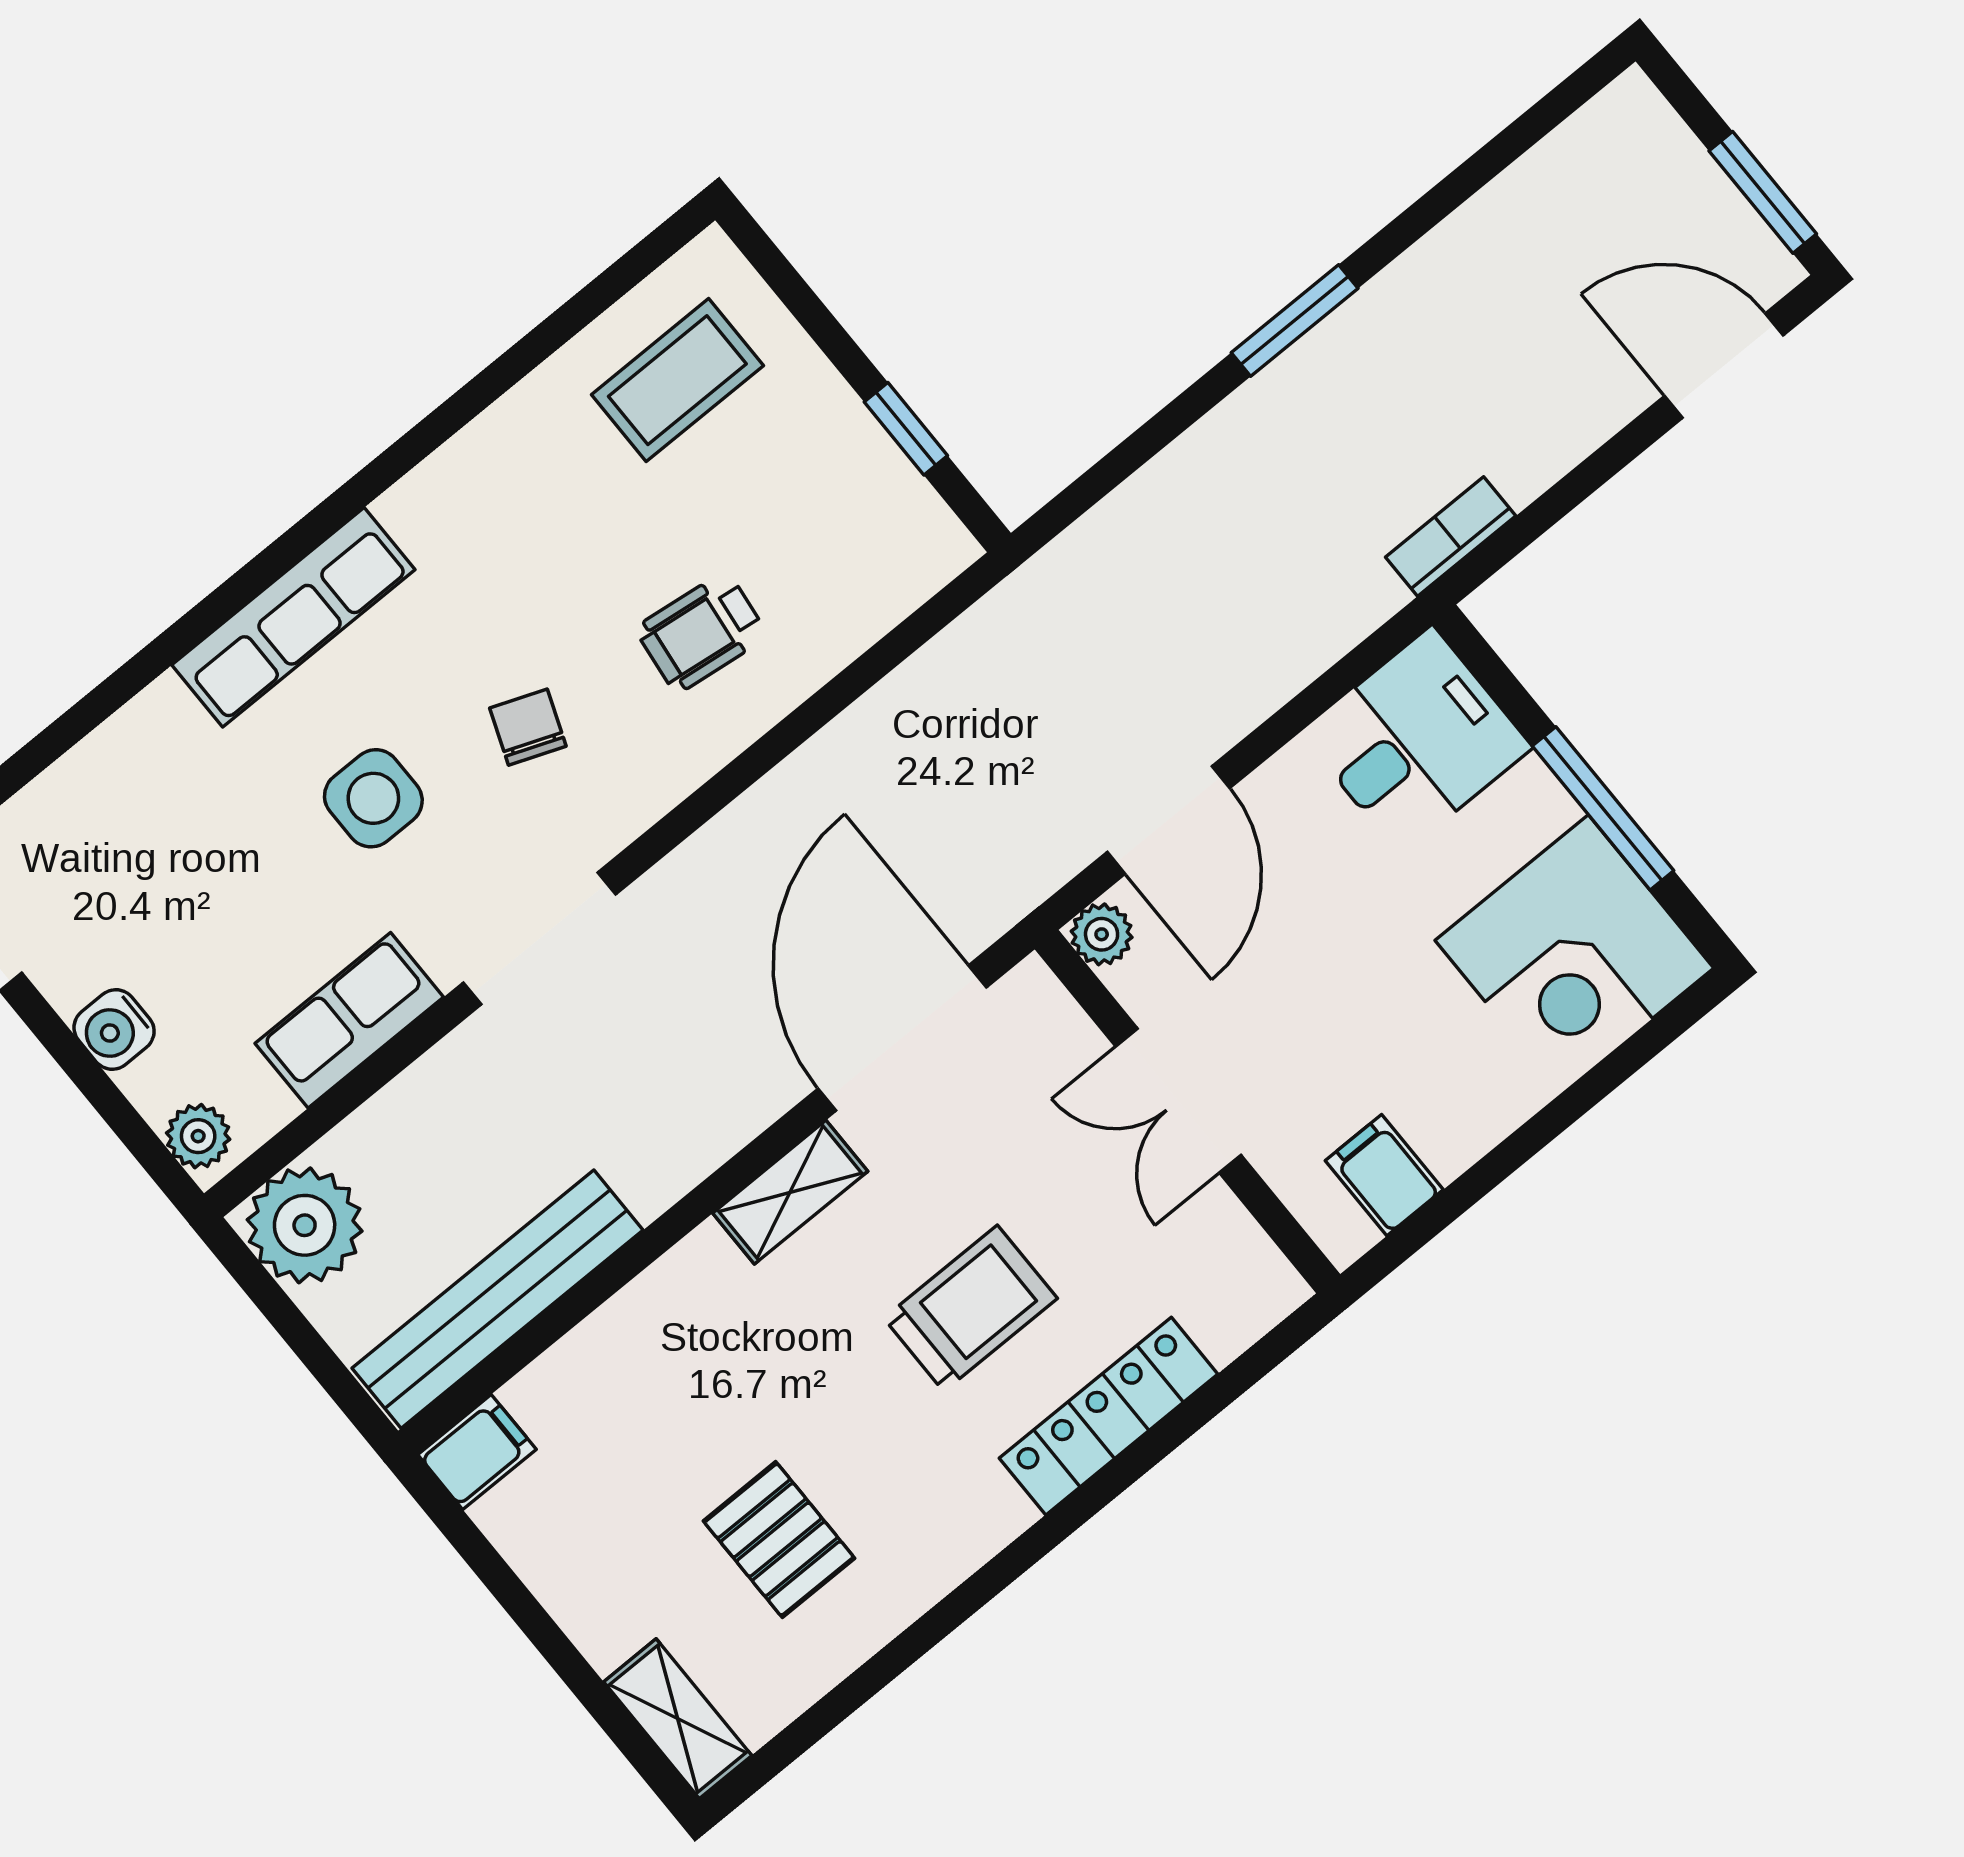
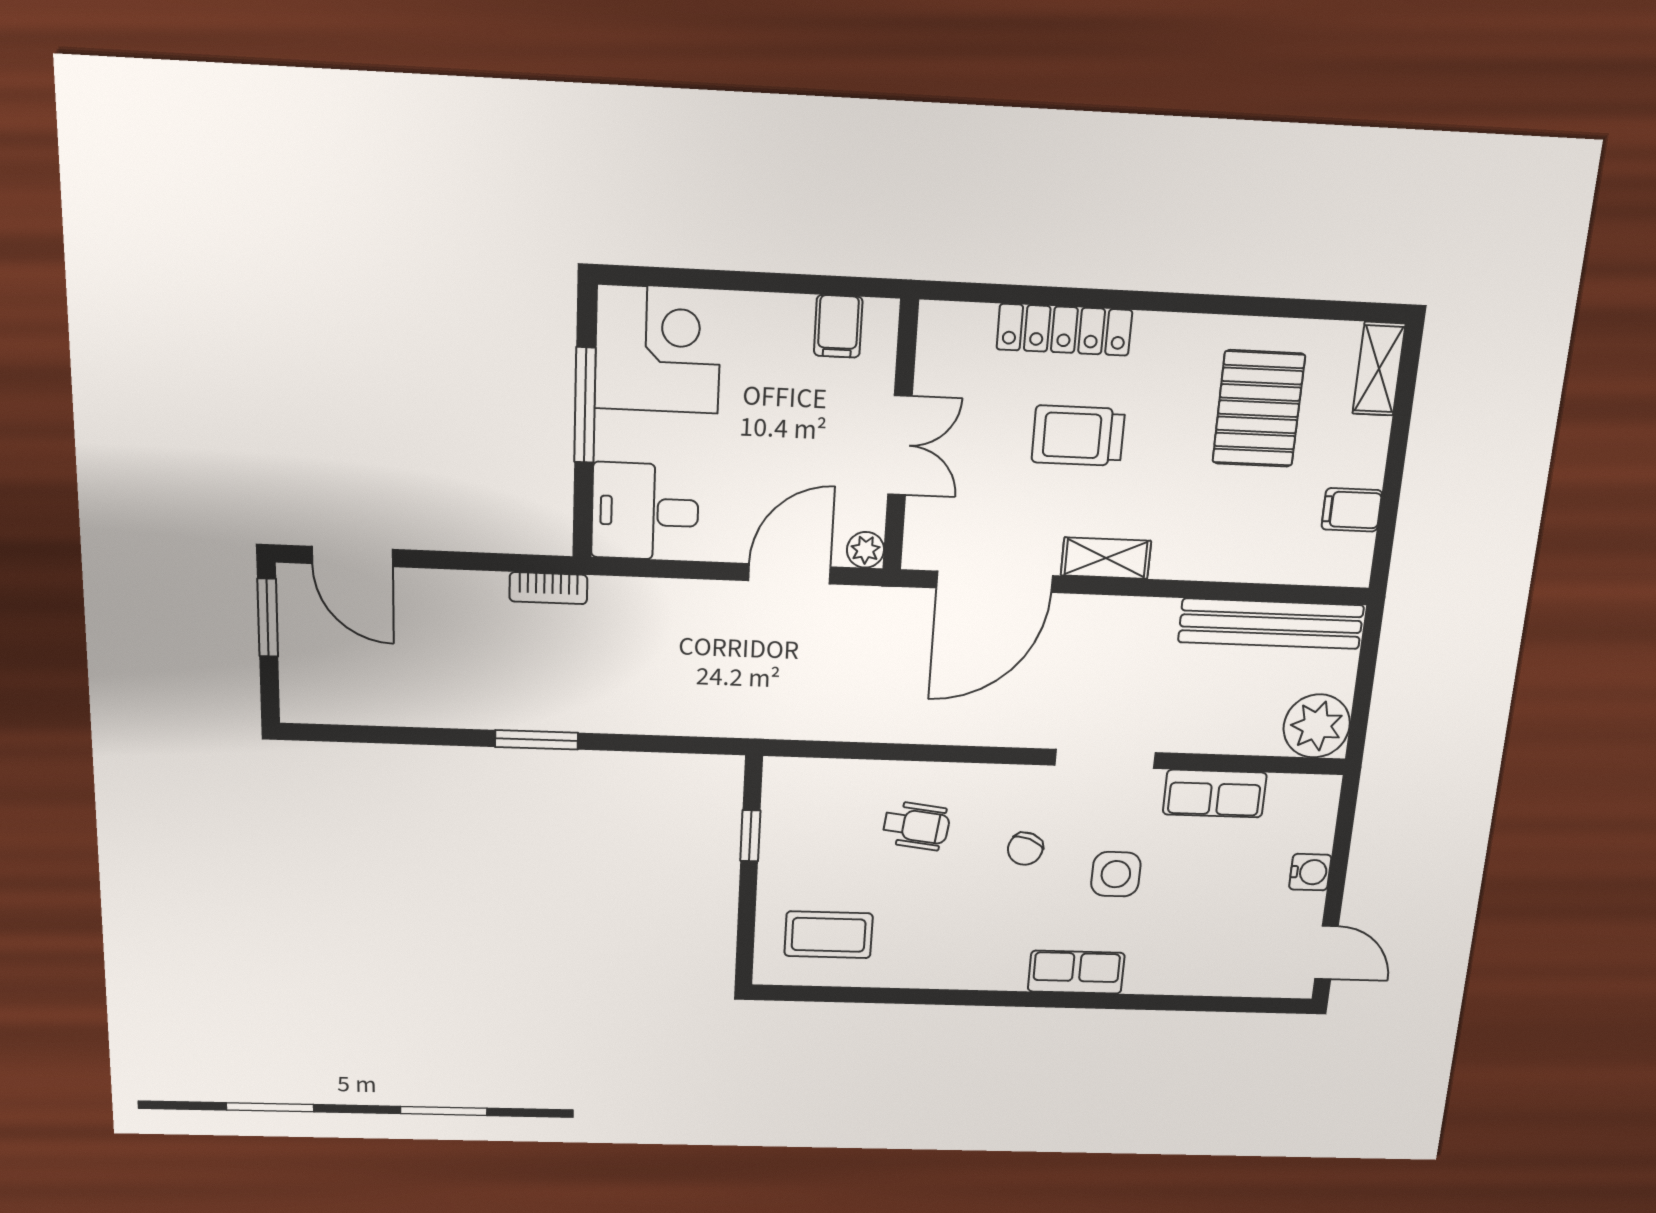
row of seats: (293, 617) -> (1076, 972), width x0.68
plant: (198, 1136) -> (1321, 800), removed
filing cabinet: (477, 1452) -> (1352, 510), moved
pallet: (779, 1540) -> (1259, 409), width x1.50, depth x1.42

